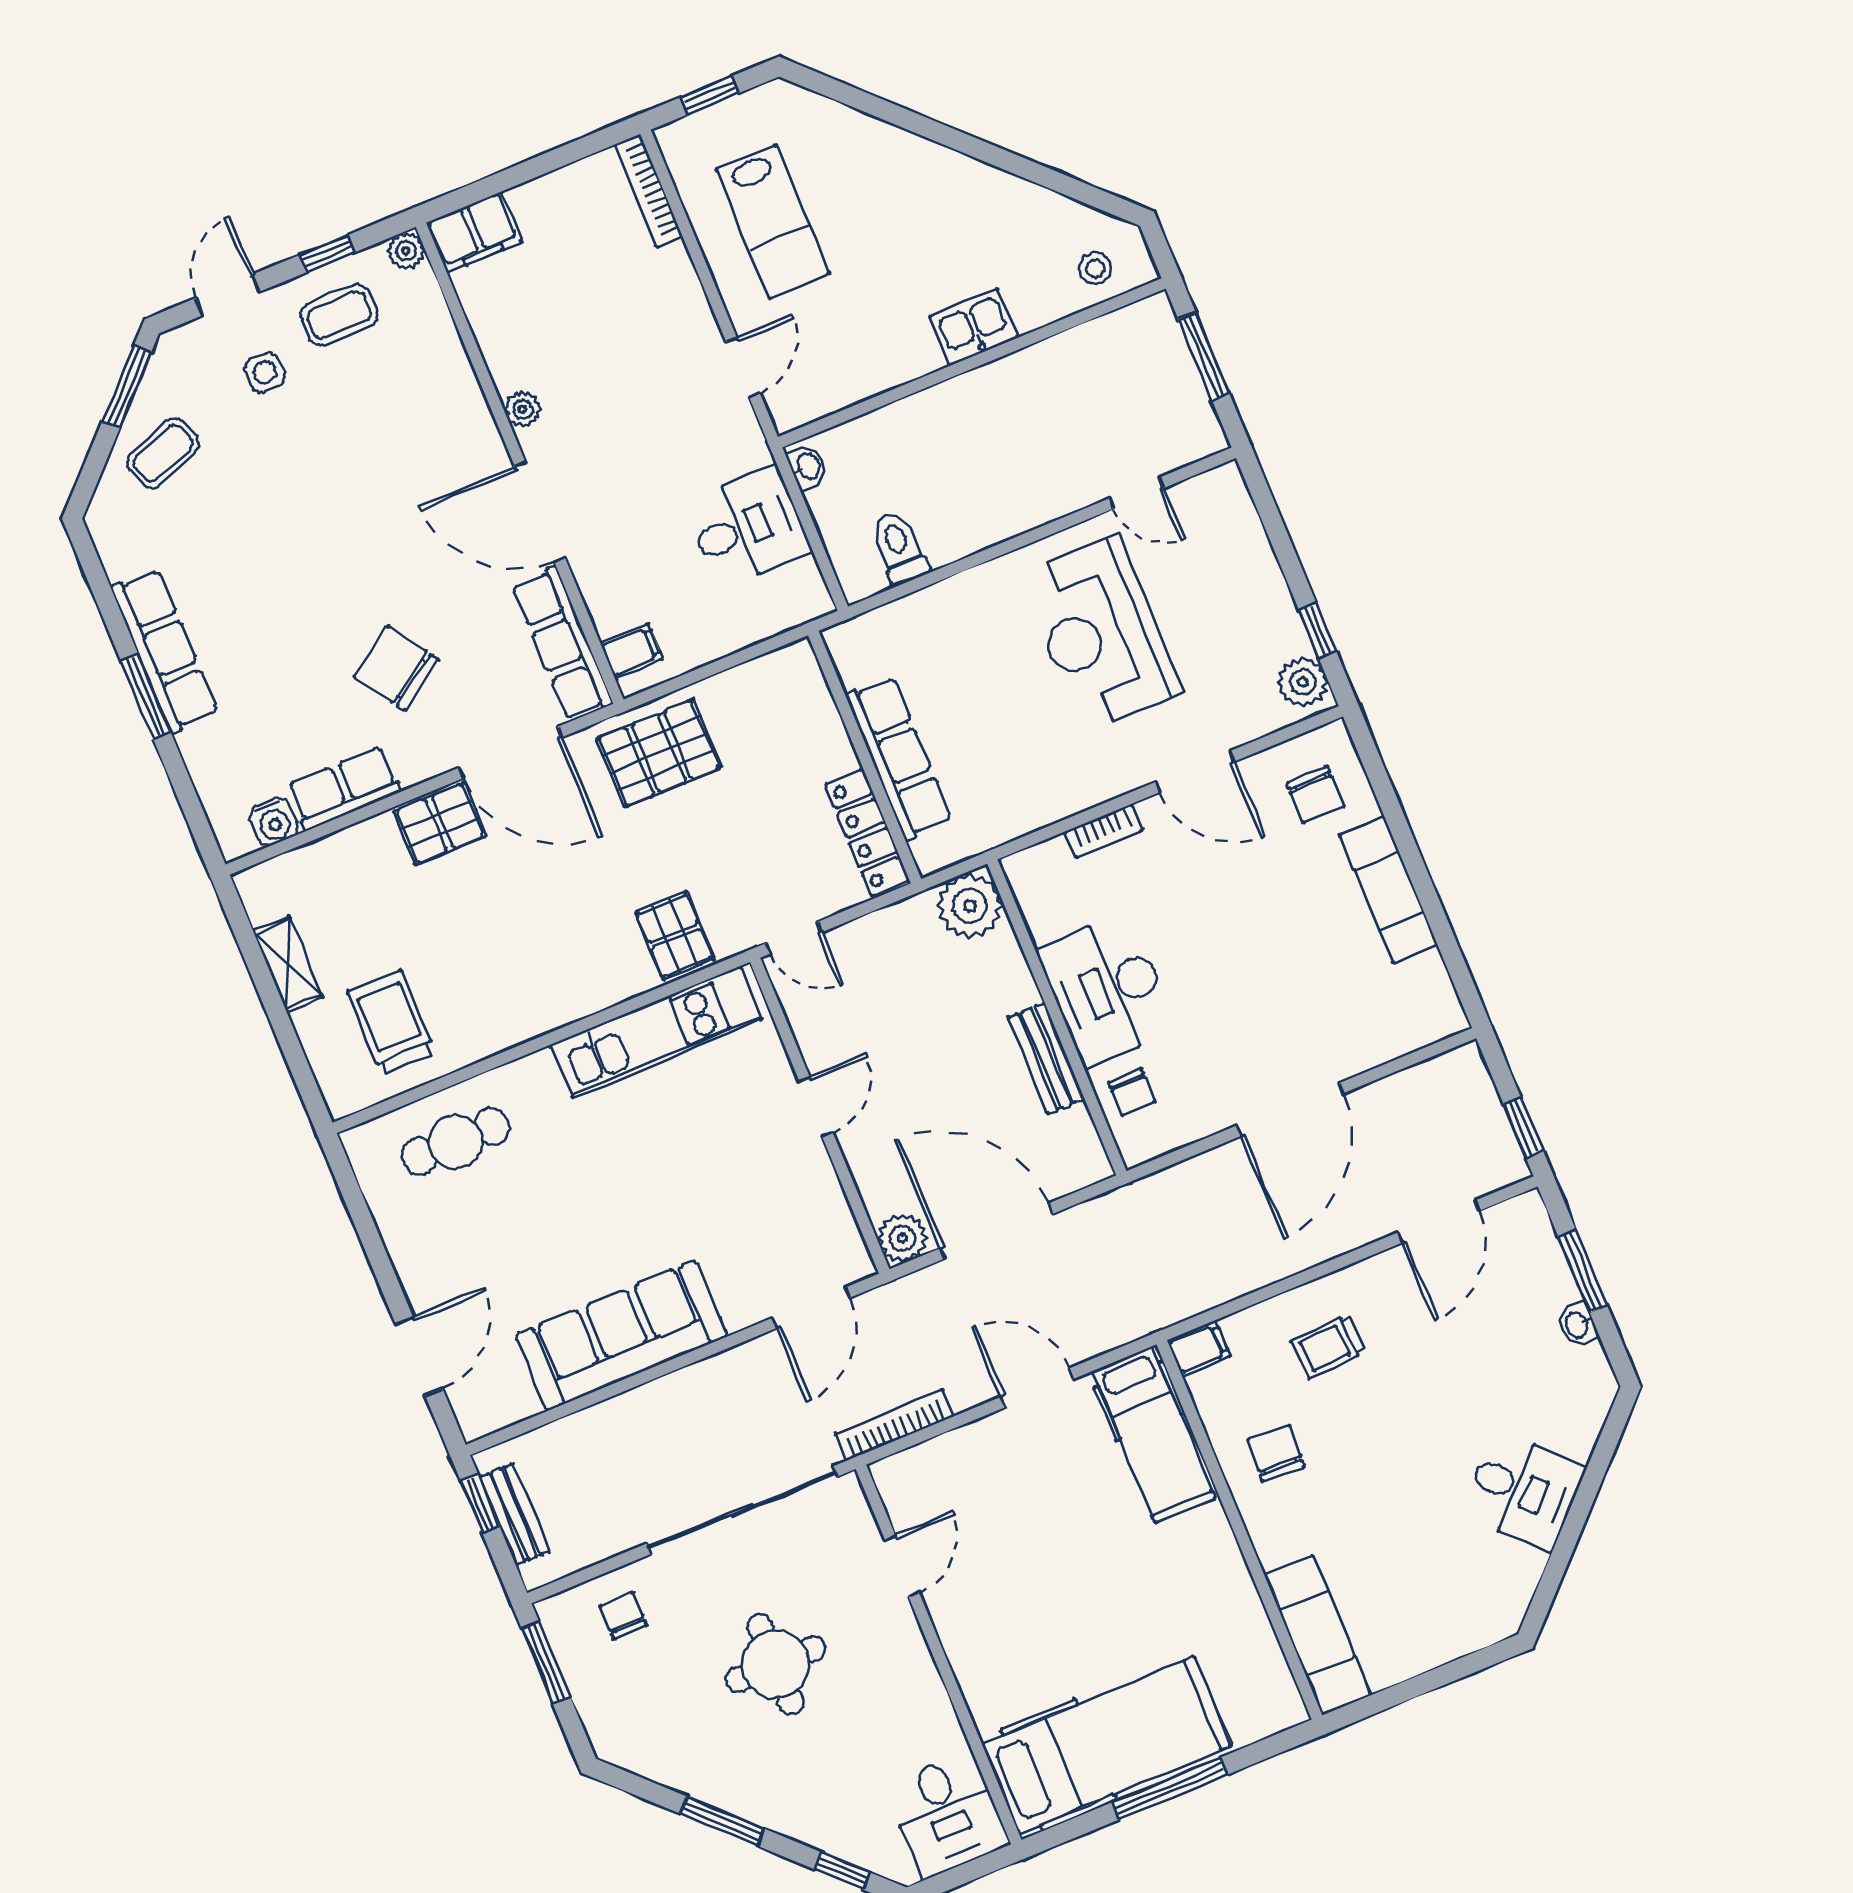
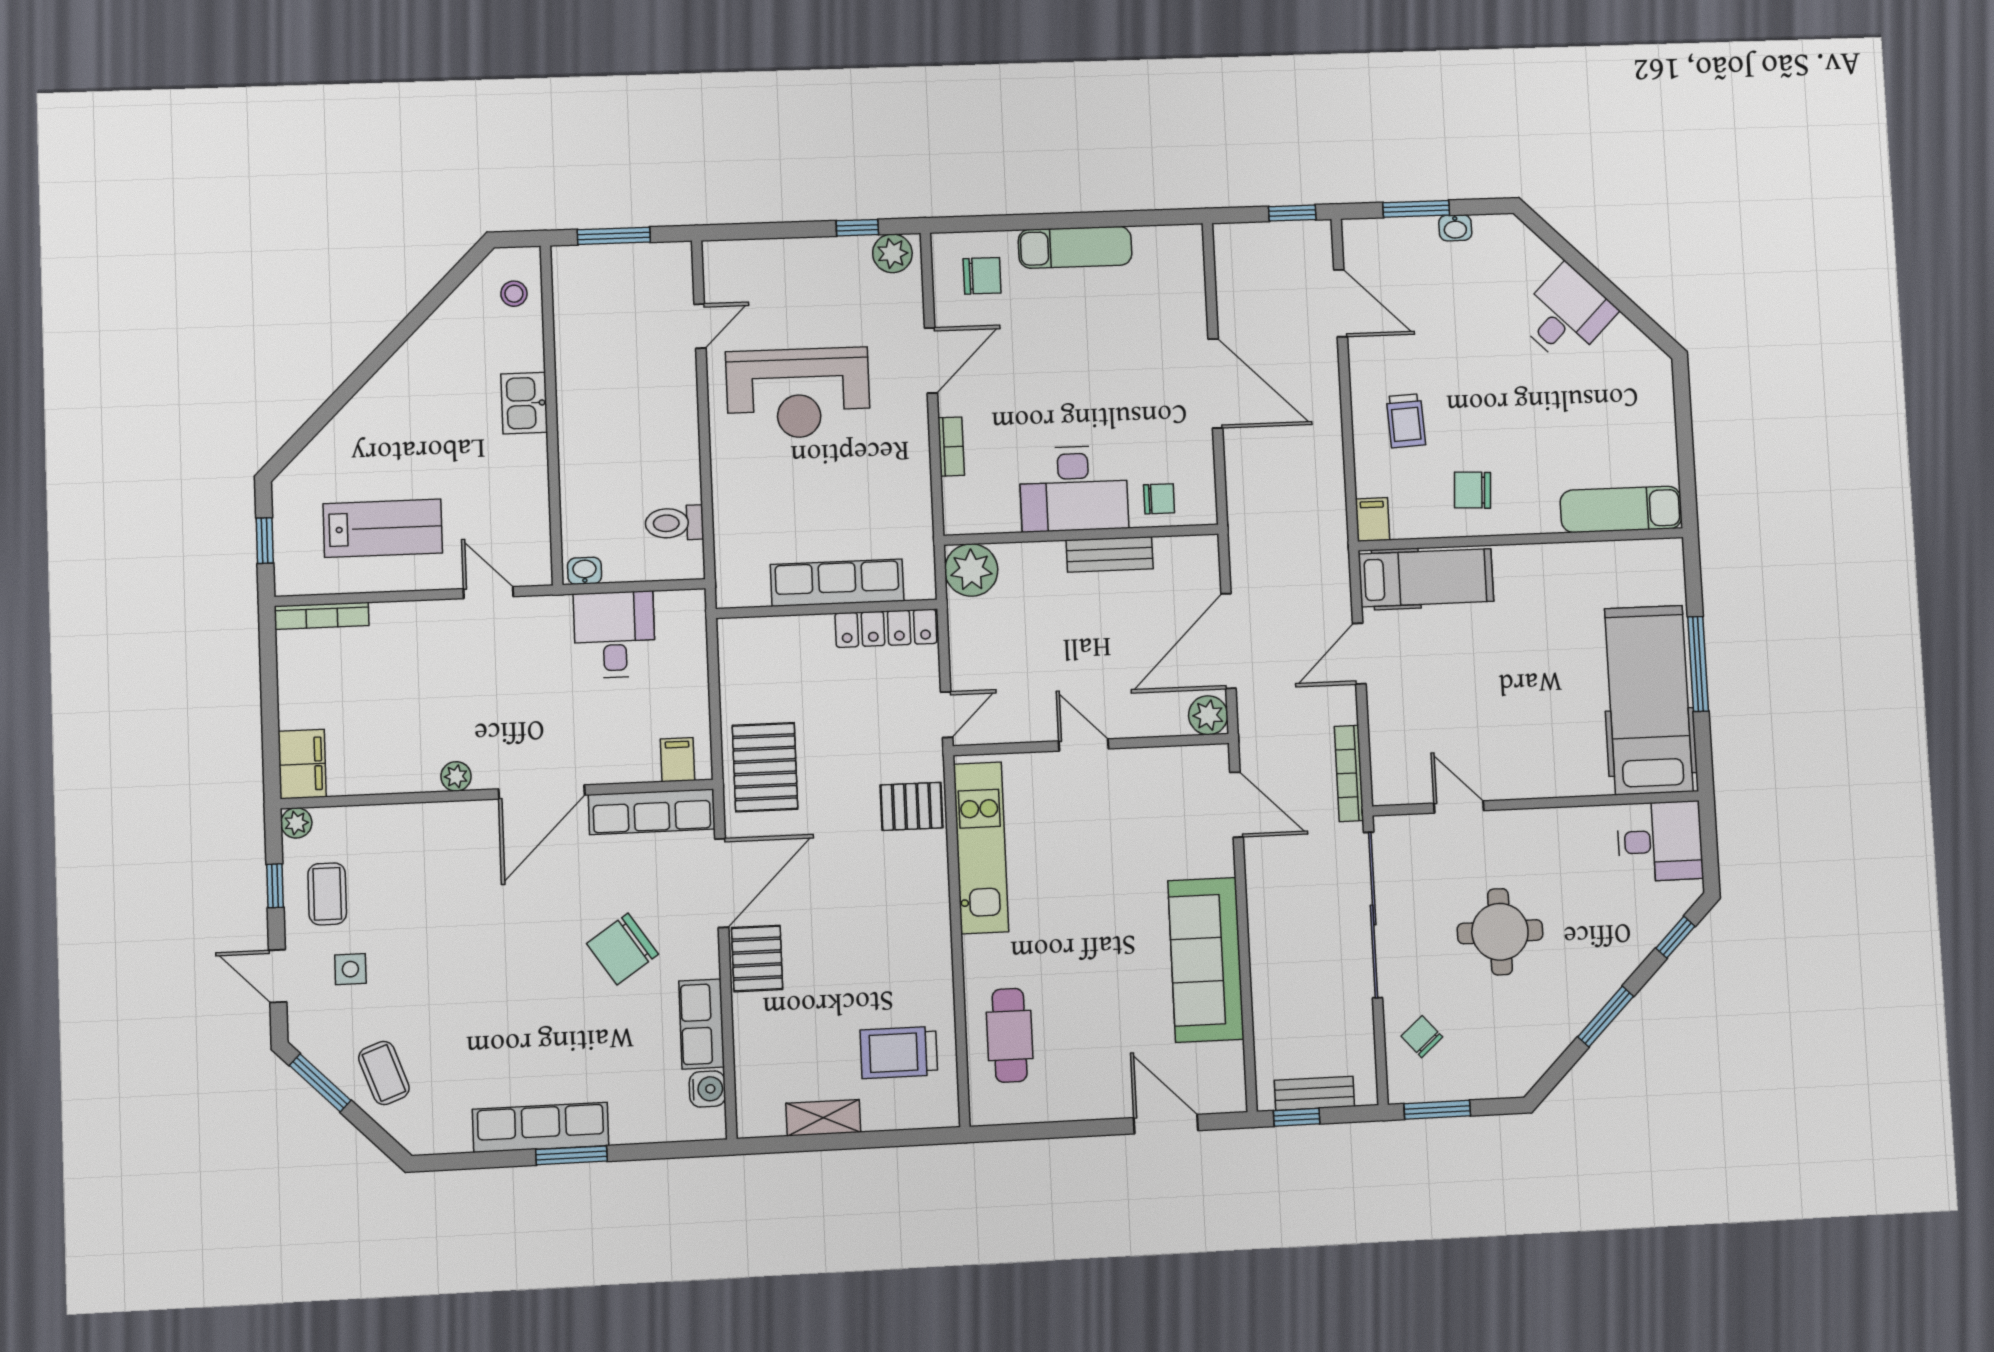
chair: (623, 1616) -> (1422, 1037), turned 49

